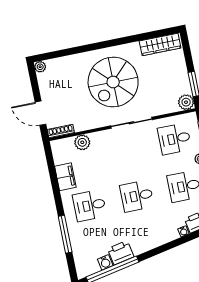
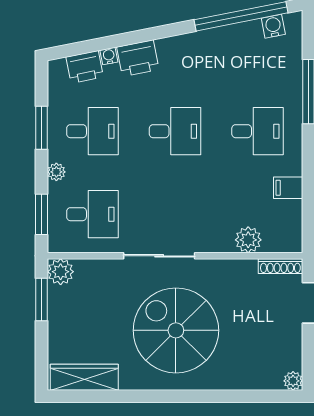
spiral stairs: (113, 82) -> (176, 330), turned -90
filing cabinet: (65, 177) -> (288, 188), width x0.50
printer: (121, 253) -> (138, 58), moved
water cooler: (105, 262) -> (273, 26), moved

